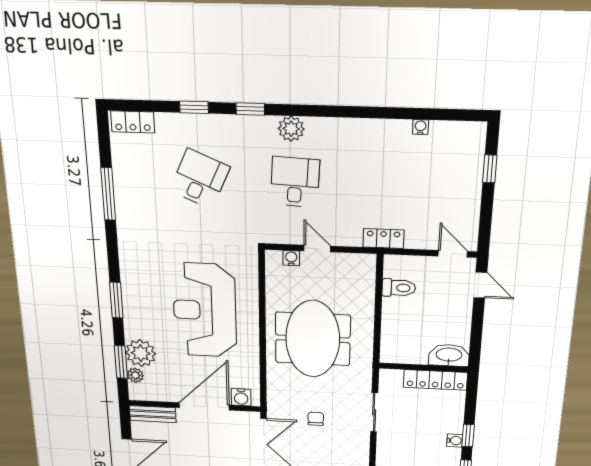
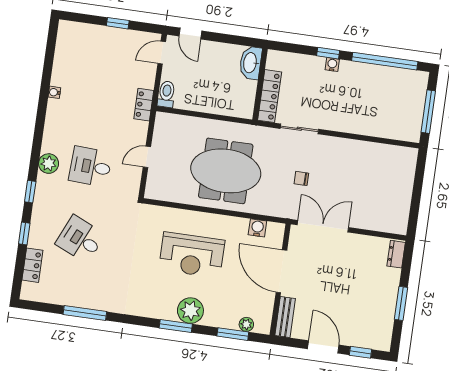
locker: (133, 122) -> (32, 265), moved
water cooler: (420, 127) -> (54, 92), moved
window: (490, 169) -> (118, 23), moved
water cooler: (291, 258) -> (153, 178), removed
door: (480, 285) -> (190, 34), swing flipped
toilet: (399, 288) -> (166, 94), moved
reception desk: (205, 310) -> (192, 255), width x0.74, depth x0.77
plant: (141, 353) -> (190, 311), moved
locker: (435, 380) -> (270, 96), moved
water cooler: (241, 397) -> (257, 228), moved, turned -90

